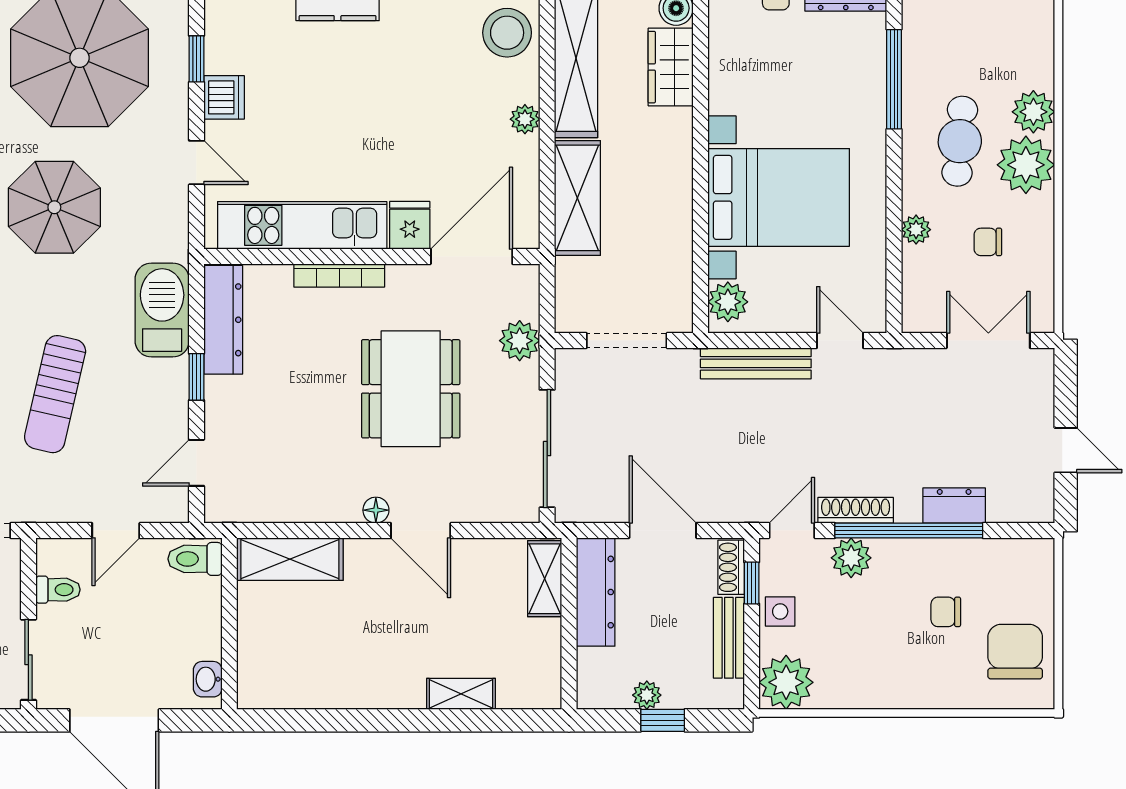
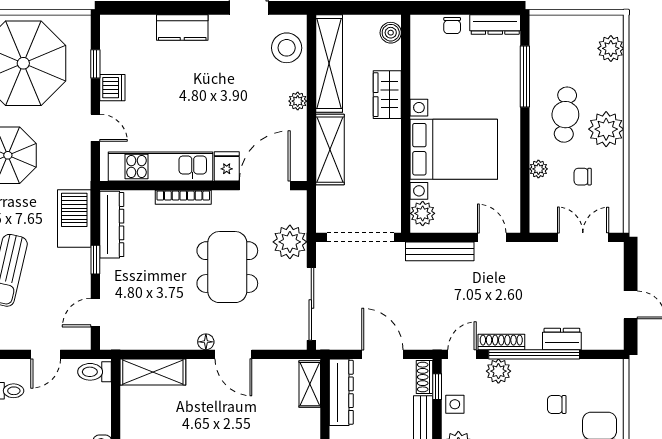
wardrobe: (671, 67) -> (387, 95), moved
plant: (1033, 112) -> (611, 48), moved
plant: (520, 341) -> (290, 242), width x1.36, depth x1.36
doorway: (627, 341) -> (360, 237), width x1.36

